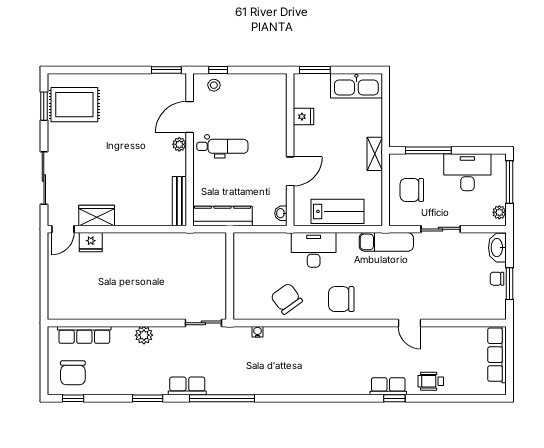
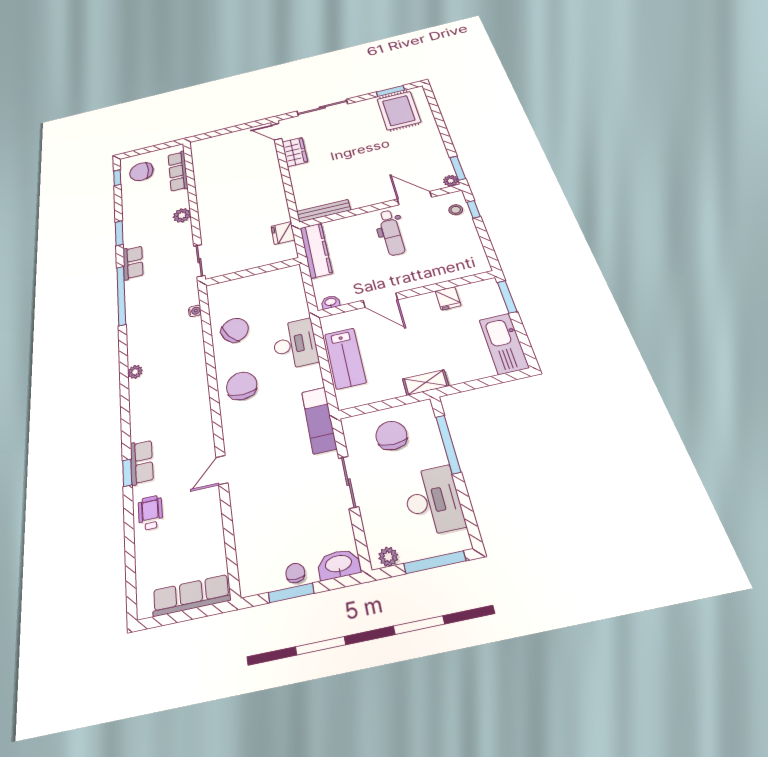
plant: (179, 144) -> (451, 181), moved
fridge: (91, 242) -> (283, 233), moved
plant: (305, 388) -> (135, 372), added

